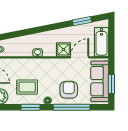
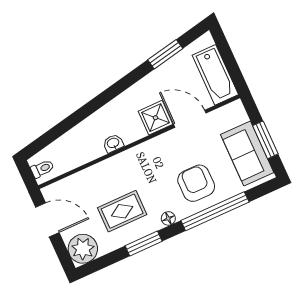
door: (80, 57) -> (190, 119), hinge flipped
sofa: (100, 81) -> (247, 153), width x0.73

